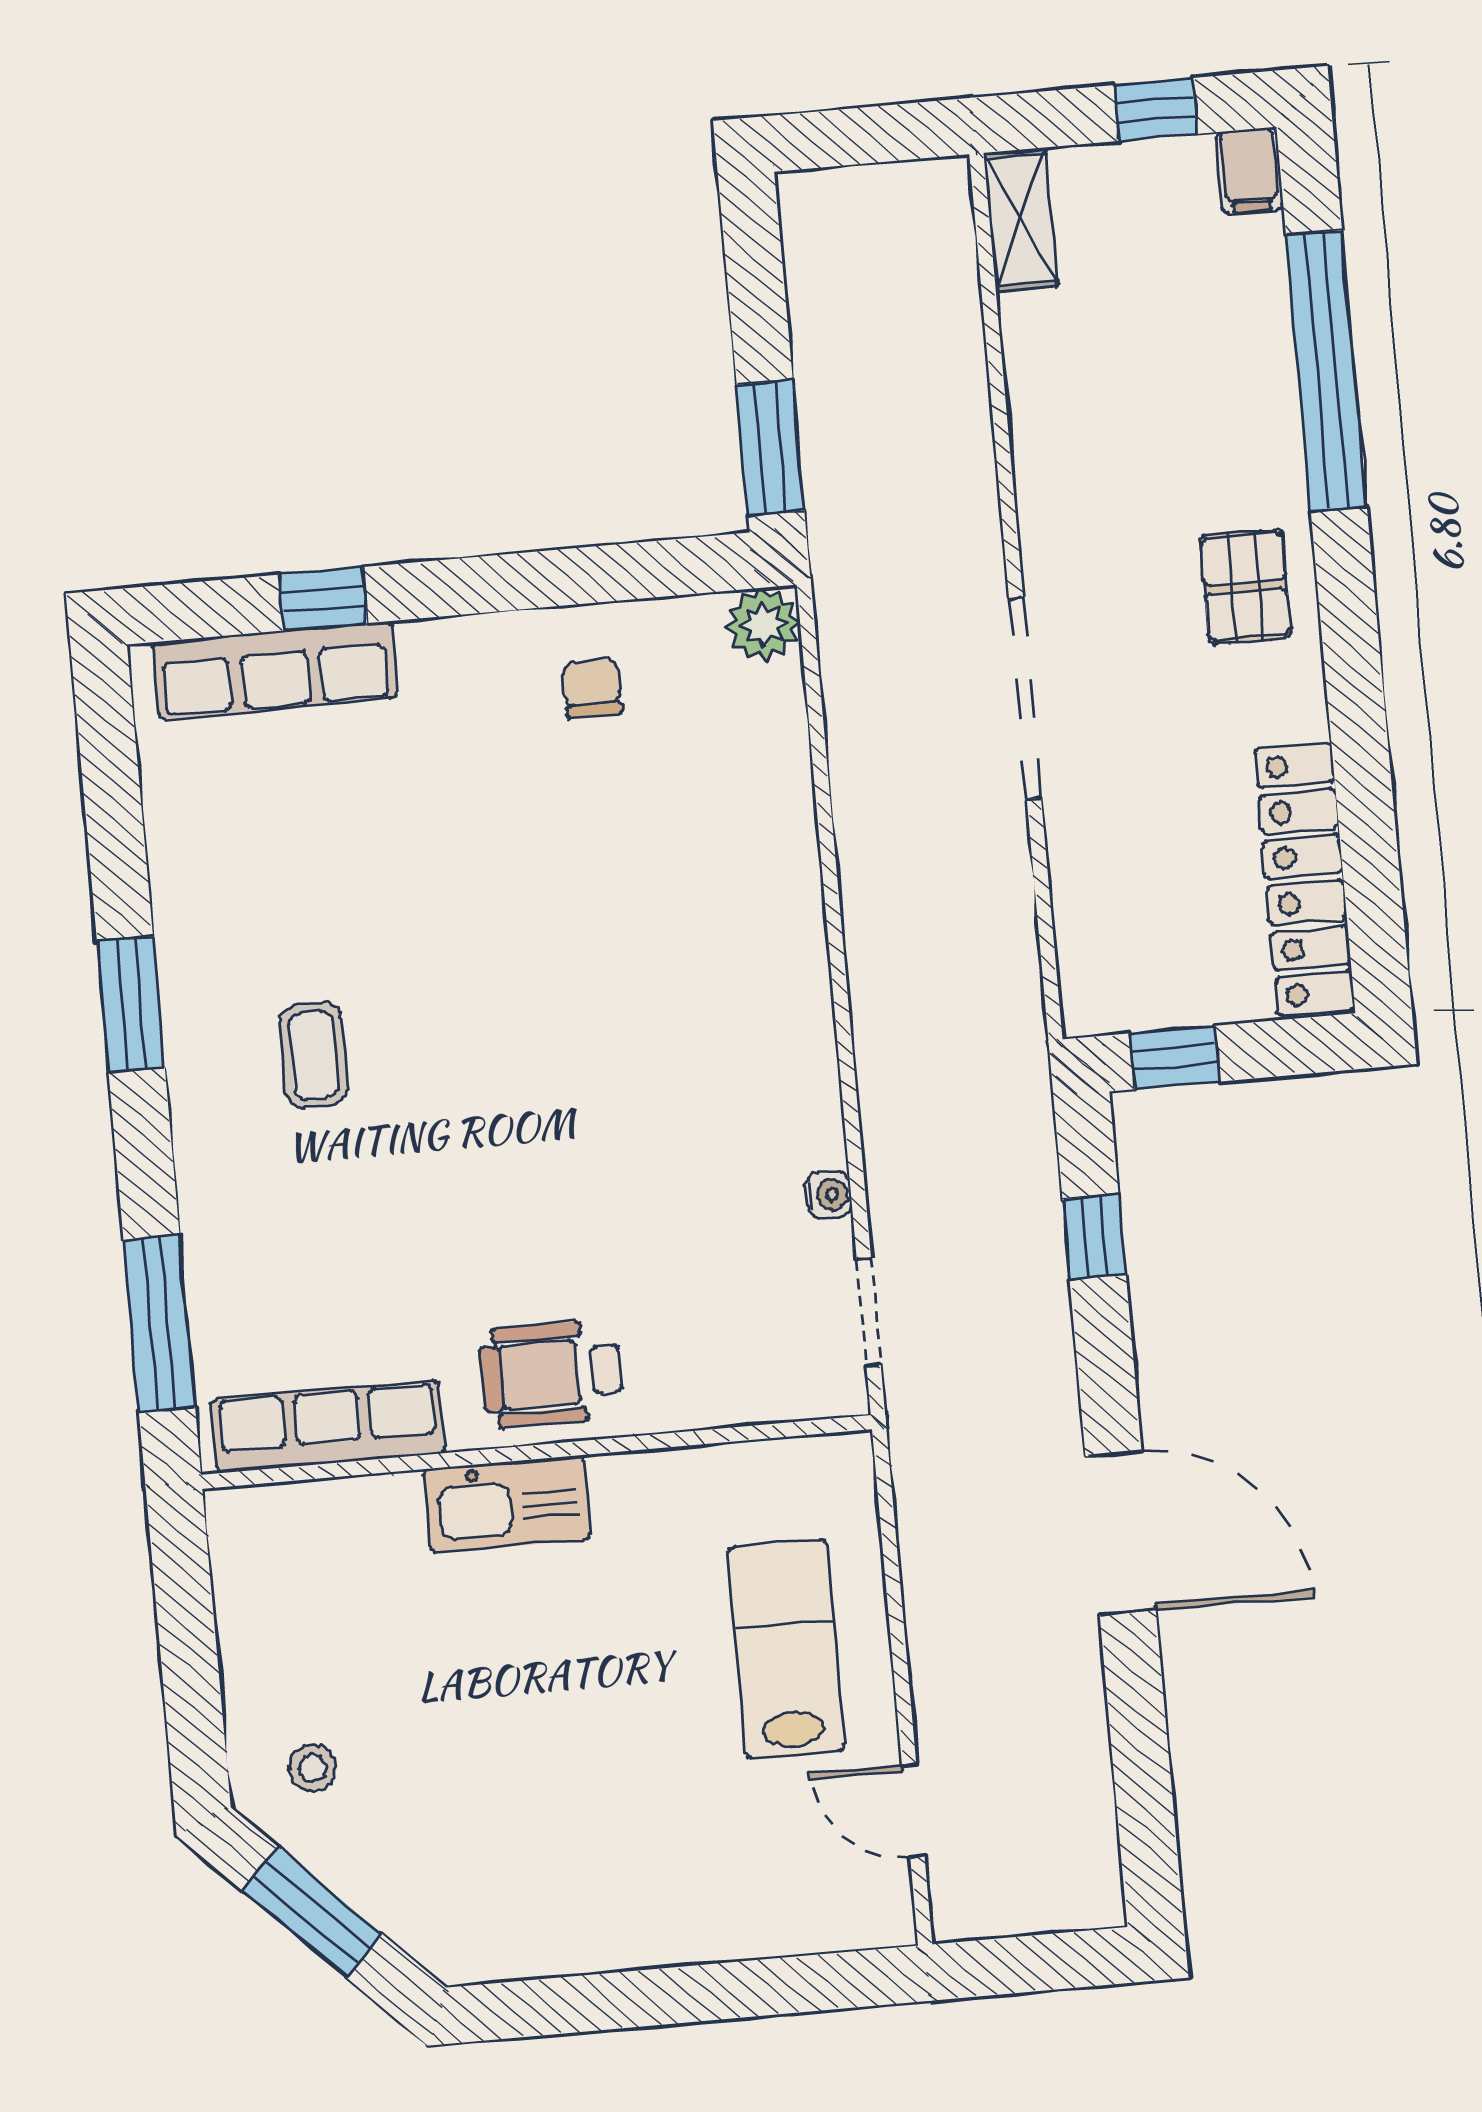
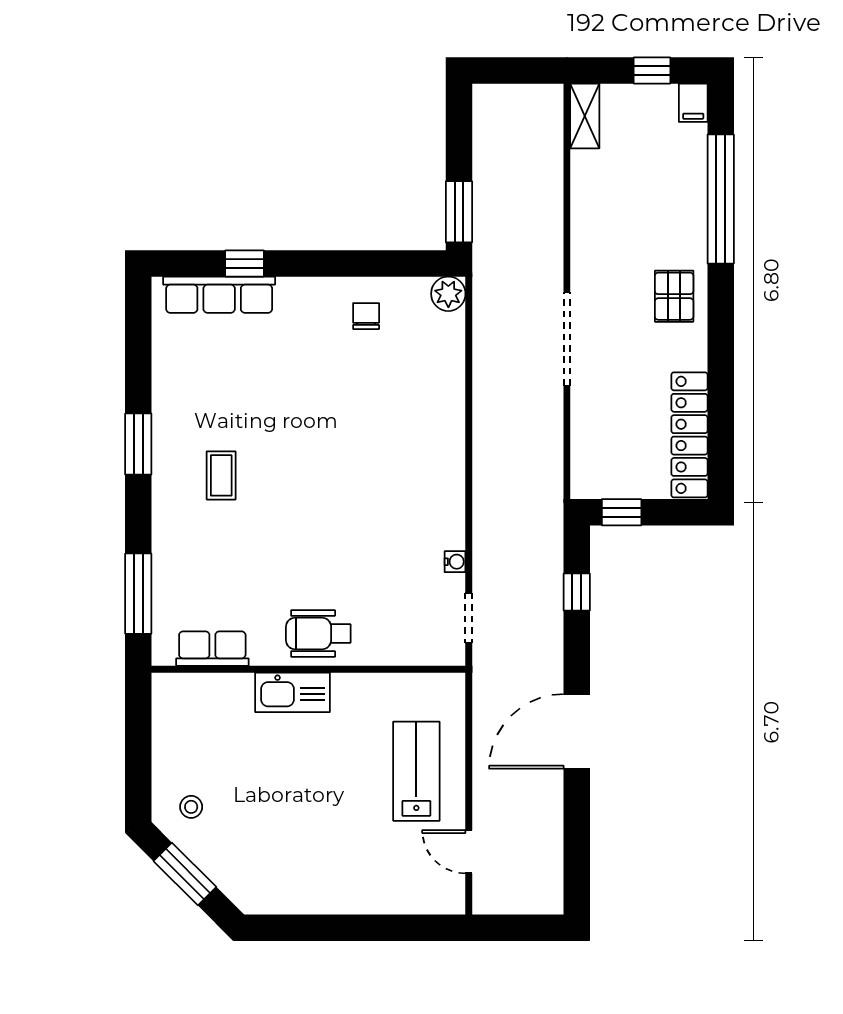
row of seats: (328, 1426) -> (212, 649), width x0.68
door: (1121, 1533) -> (577, 731), swing flipped

